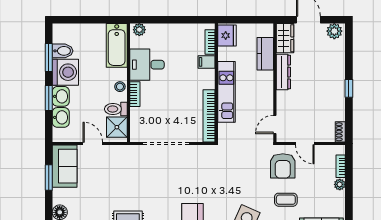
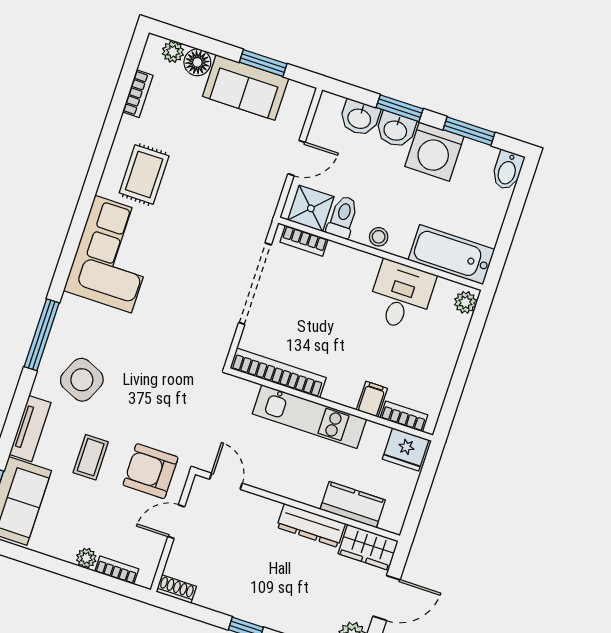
bidet: (63, 51) -> (508, 170), moved
bookcase: (135, 94) -> (304, 241), moved
sofa: (65, 166) -> (246, 87), moved

